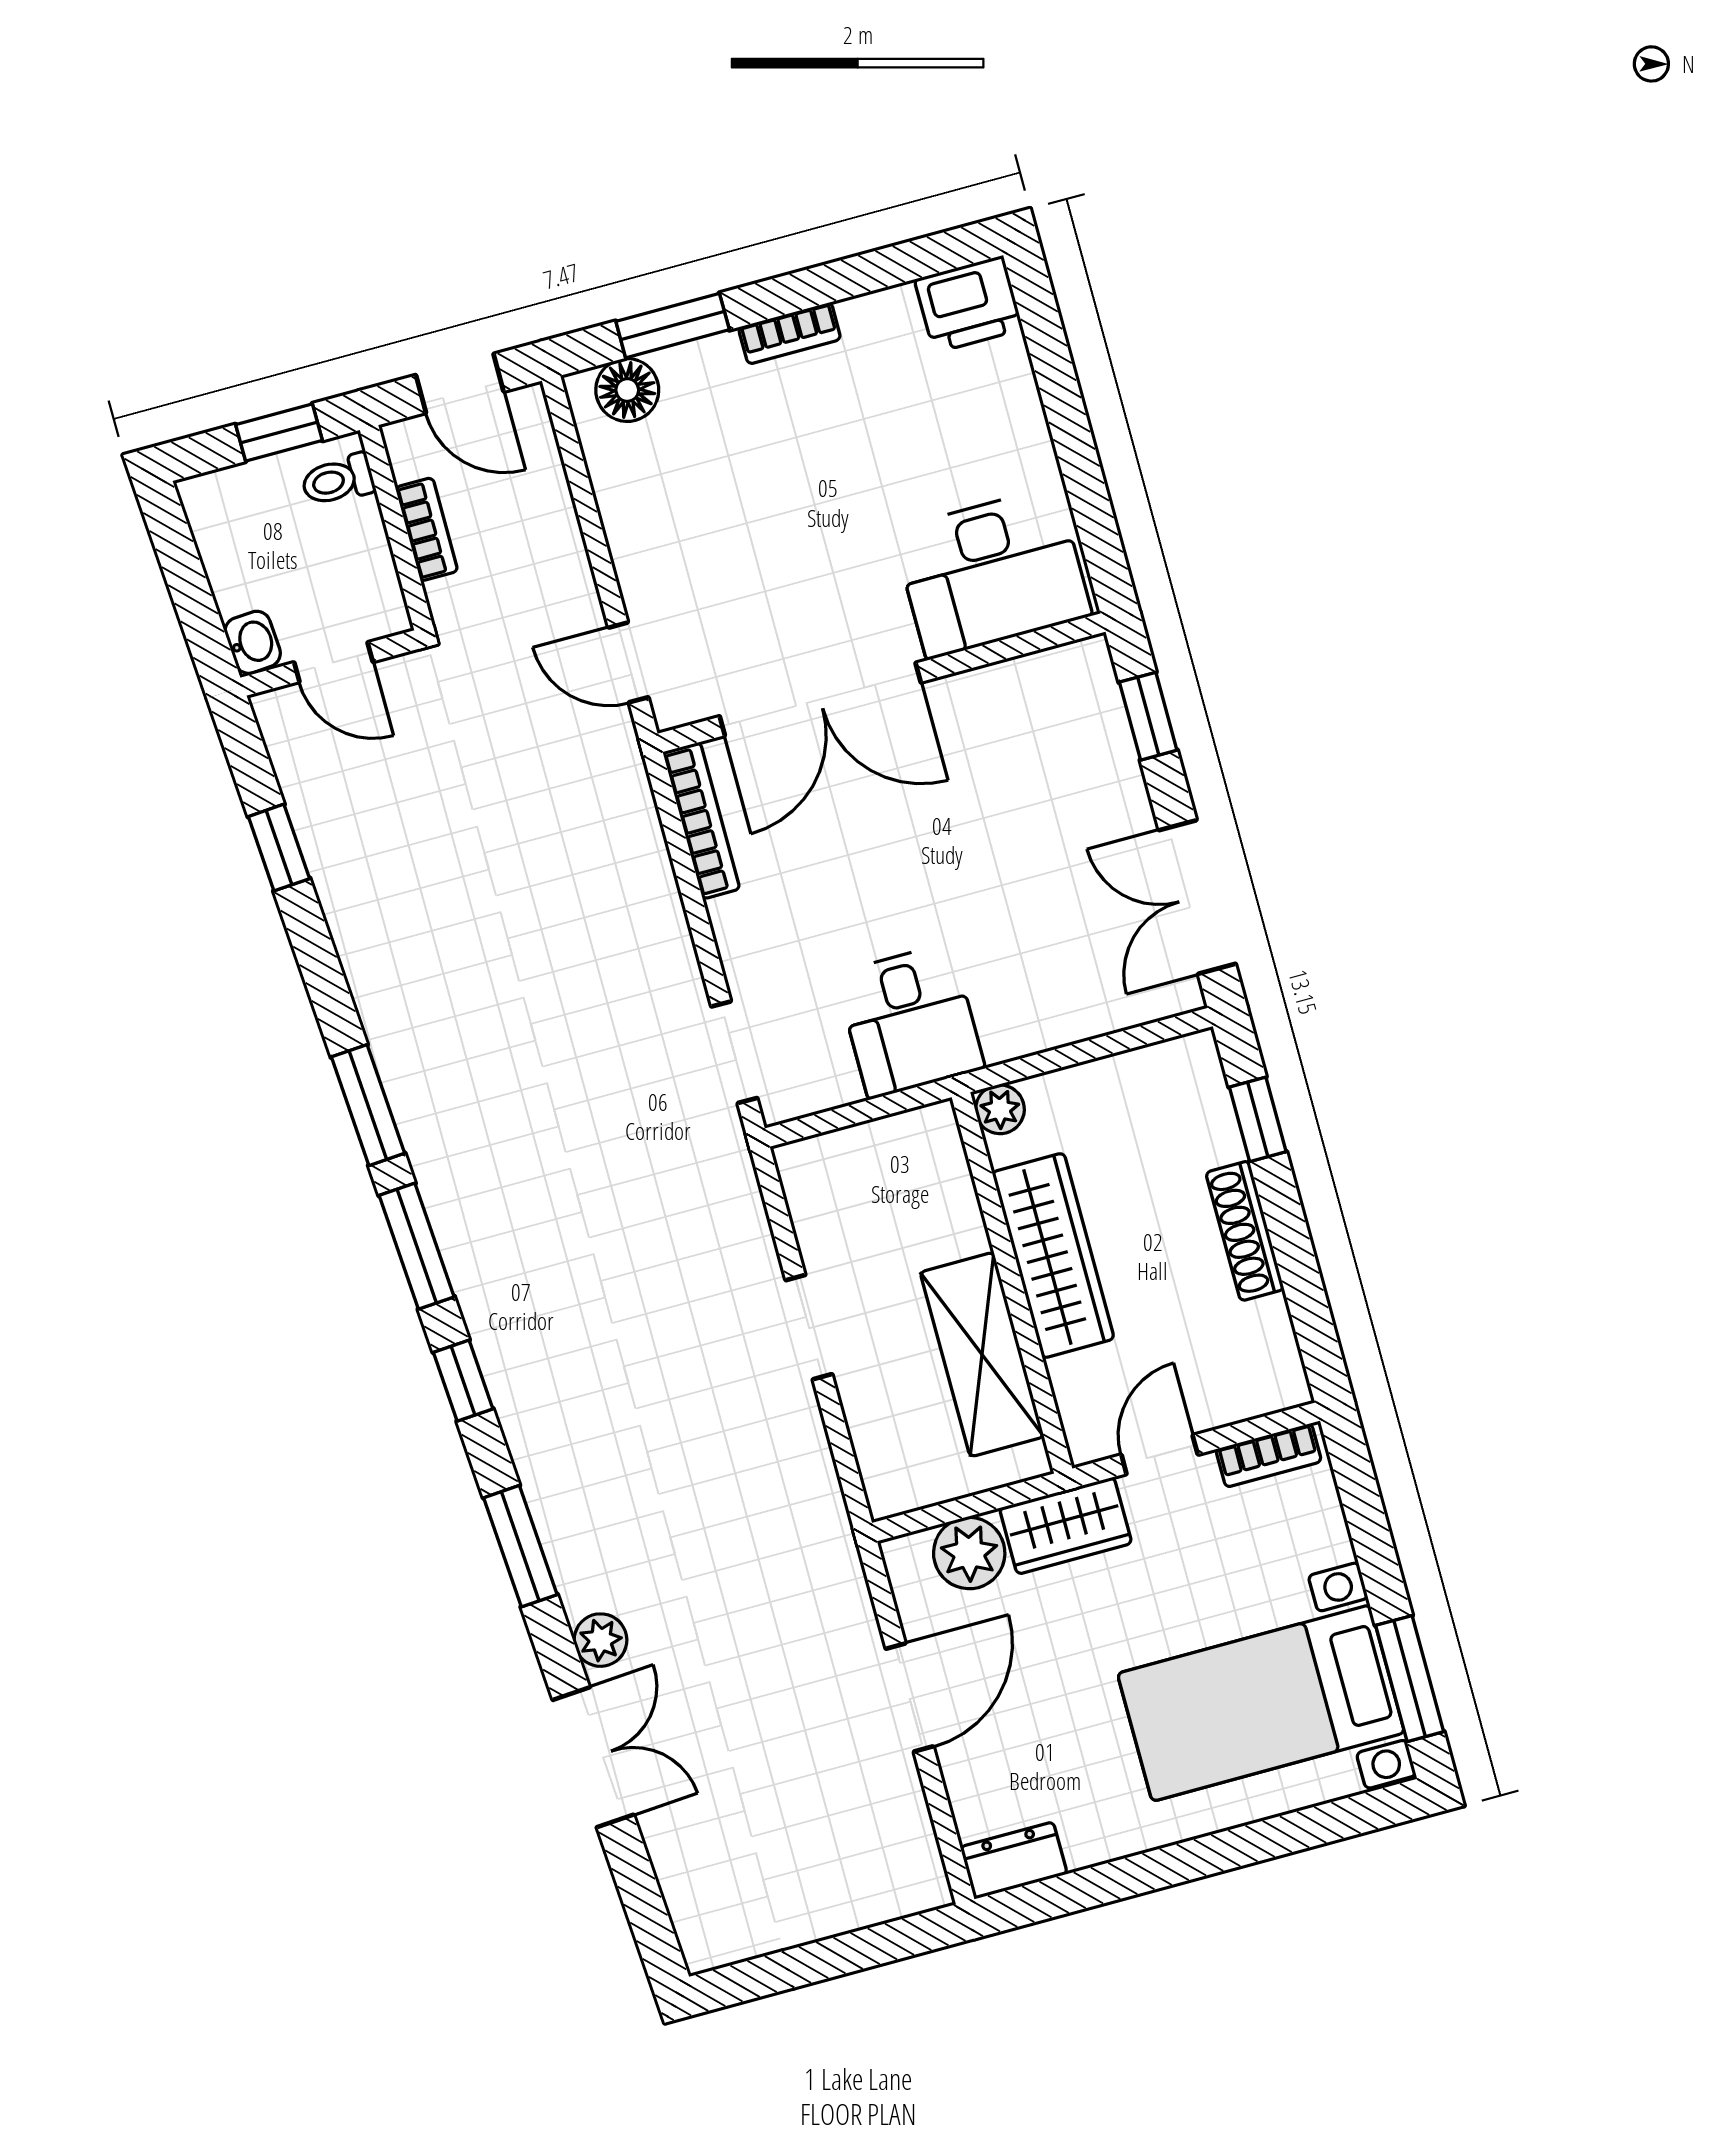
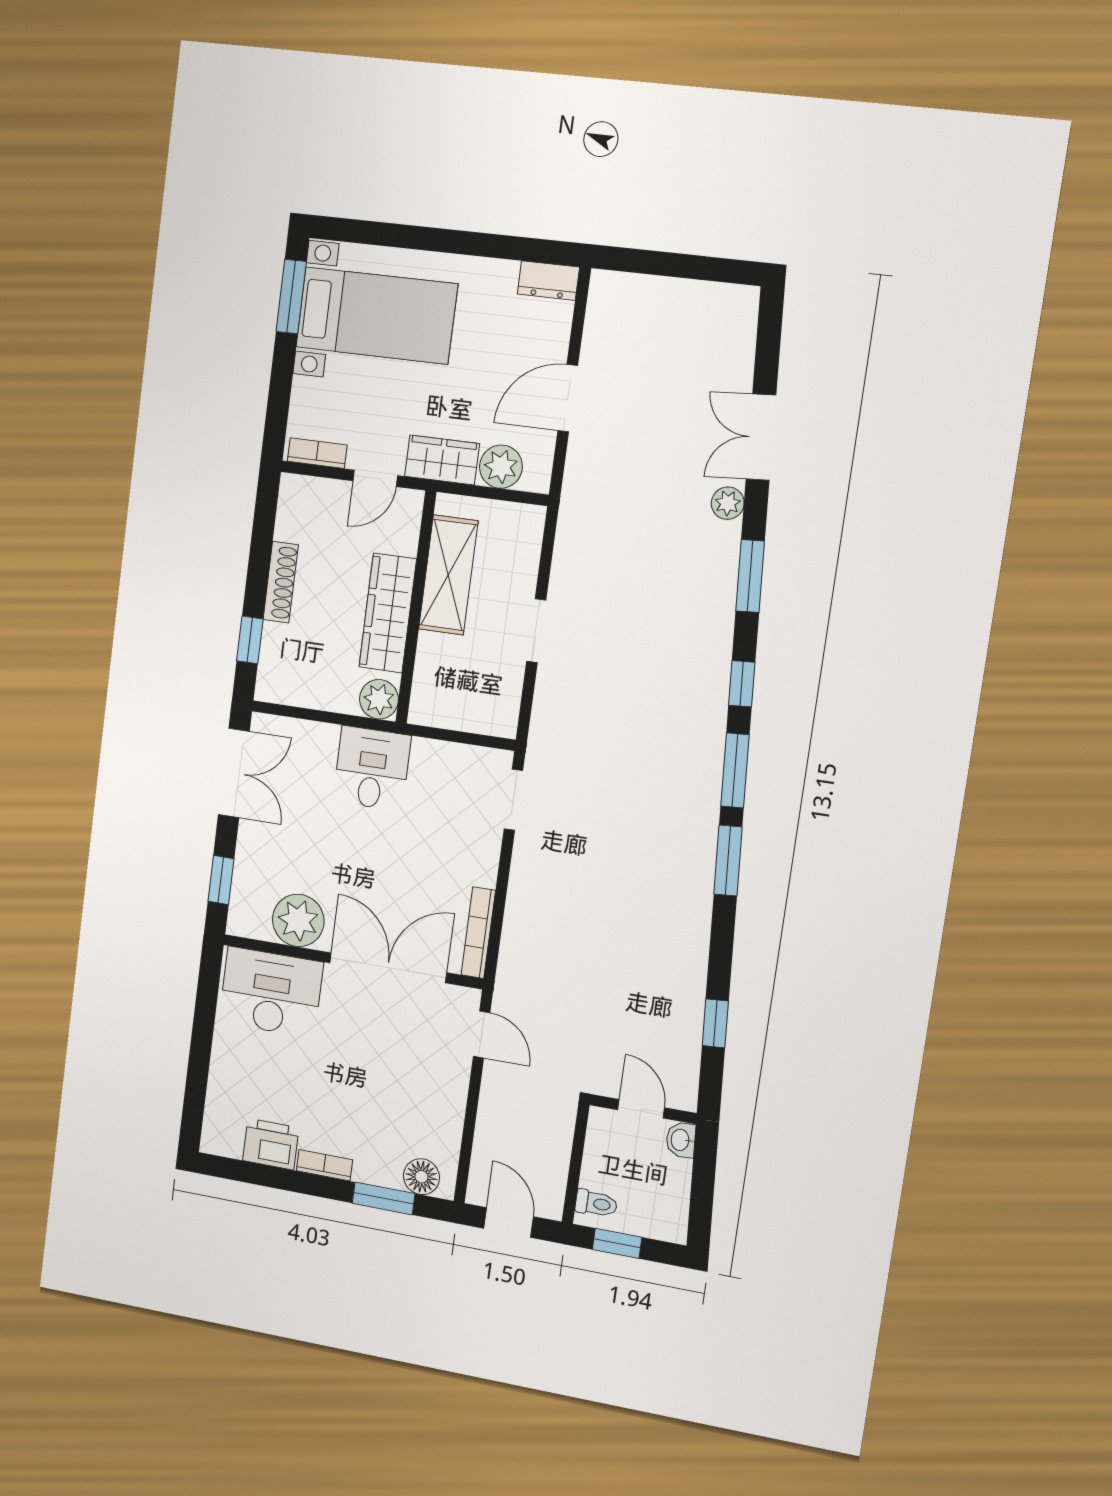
printer: (969, 304) -> (271, 1144), moved
bookcase: (427, 529) -> (560, 1155), removed
plant: (996, 709) -> (298, 920), added
desk: (910, 1021) -> (372, 768), moved
plant: (1000, 1109) -> (379, 699), width x1.38, depth x1.38

